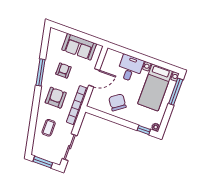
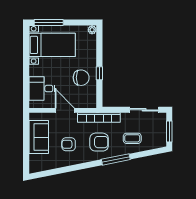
desk: (130, 68) -> (42, 89), moved
window: (41, 72) -> (116, 159), moved
armchair: (56, 98) -> (99, 142), turned 180
chair: (117, 102) -> (81, 78), turned -145
window: (144, 130) -> (99, 73), moved

